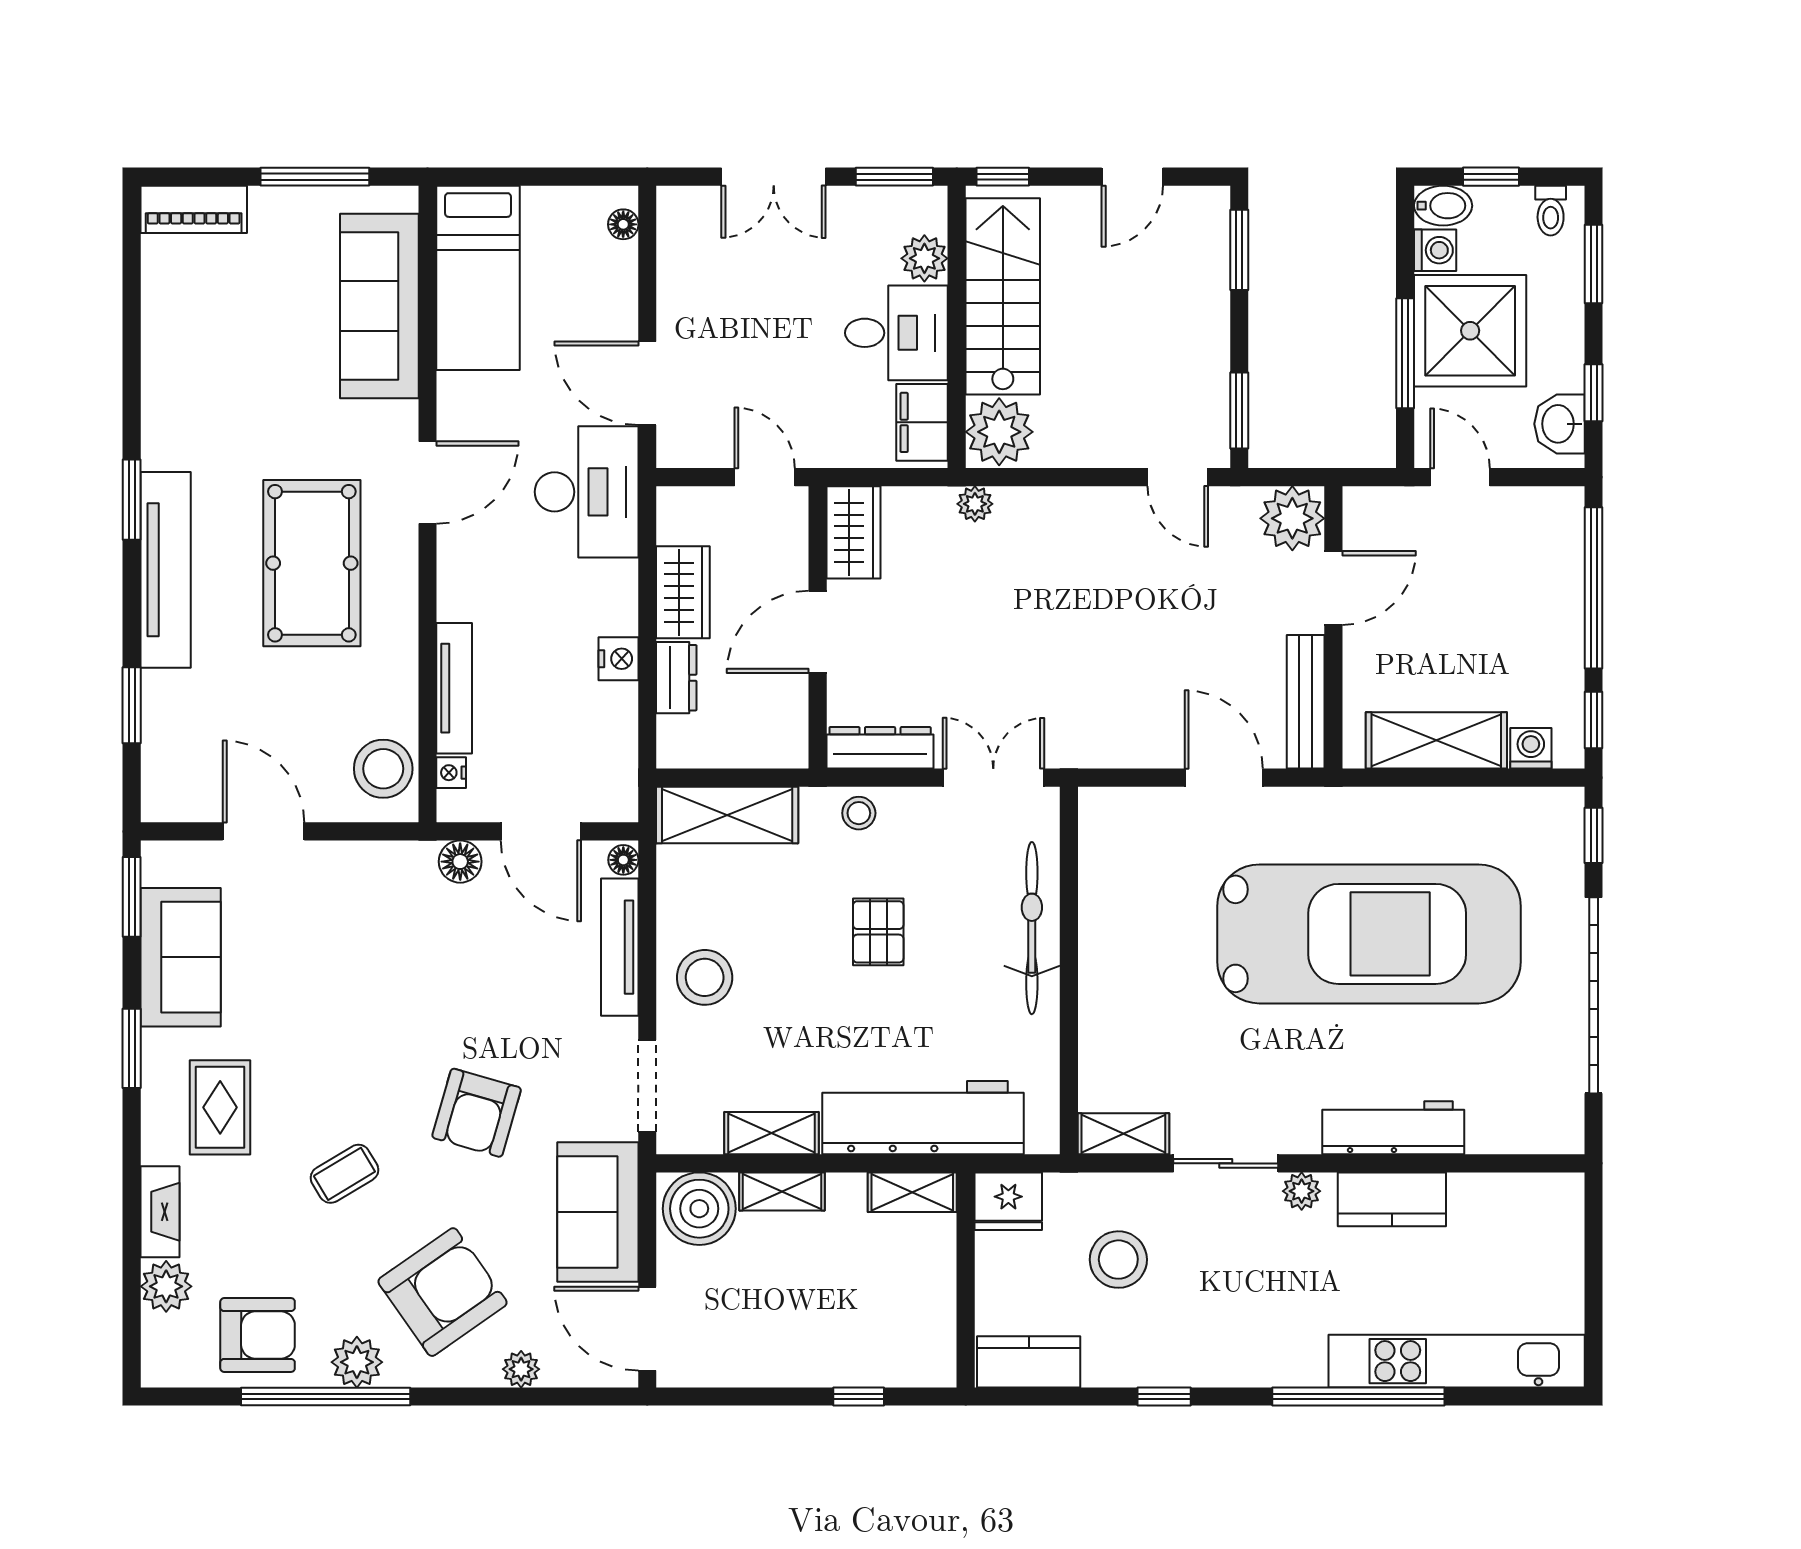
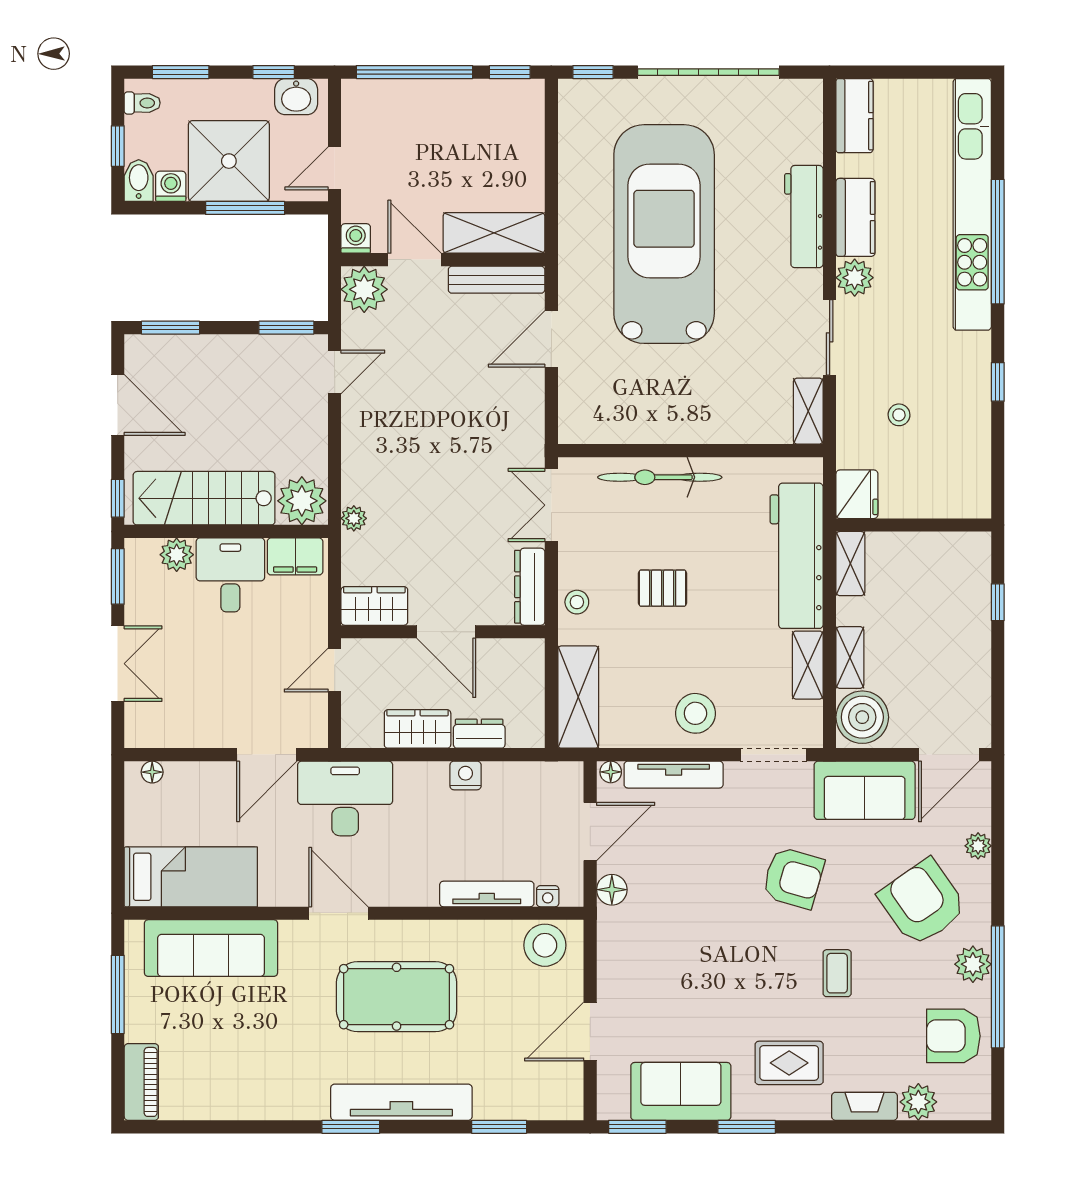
door: (1132, 177) -> (118, 405), width x1.38
shelving: (1436, 740) -> (494, 233), moved, turned 90
washing machine: (1531, 748) -> (356, 238), moved, turned 90
coffee table: (344, 1174) -> (837, 973), turned 31
plant: (1302, 1191) -> (855, 278), width x1.38, depth x1.38
stool: (1118, 1260) -> (899, 415), width x0.53, depth x0.53
armchair: (258, 1335) -> (953, 1036), turned -90
kitchen unit: (1457, 1361) -> (972, 204), width x1.36
kitchen counter: (1029, 1362) -> (855, 116), moved, turned 180

